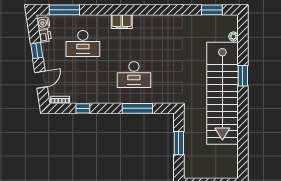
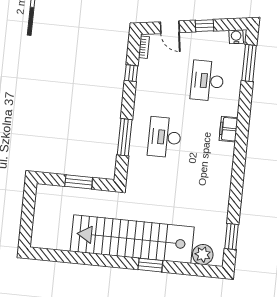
printer: (45, 36) -> (221, 37), removed
plant: (233, 36) -> (203, 255), width x1.87, depth x1.87

